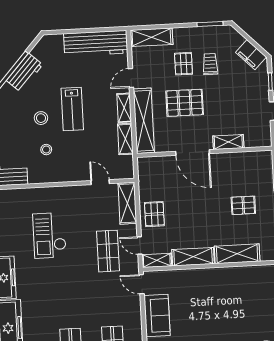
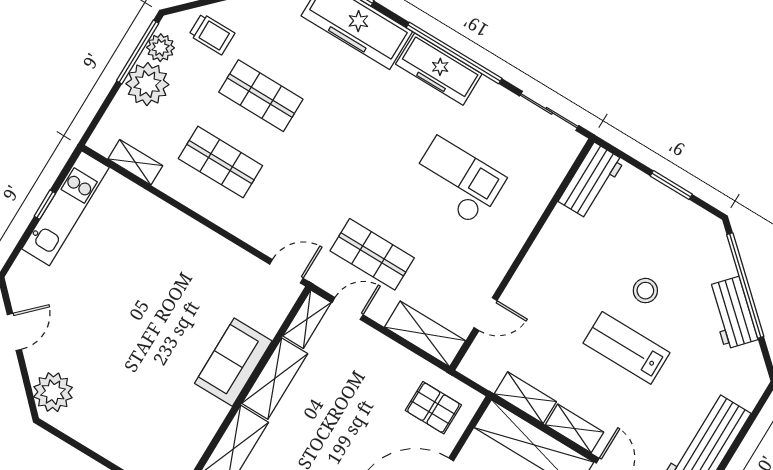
stool: (46, 150) -> (592, 266), removed
pallet: (154, 214) -> (433, 408), moved
sofa: (157, 316) -> (233, 362), moved, turned 90

